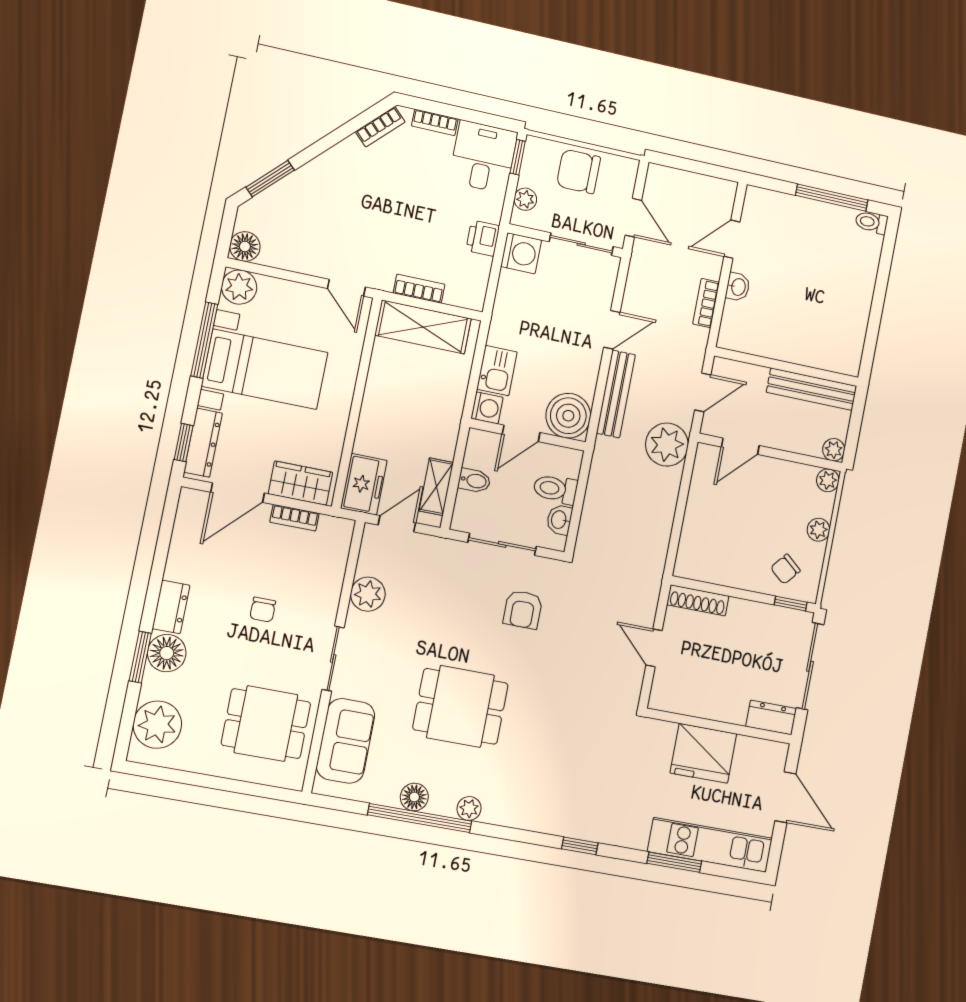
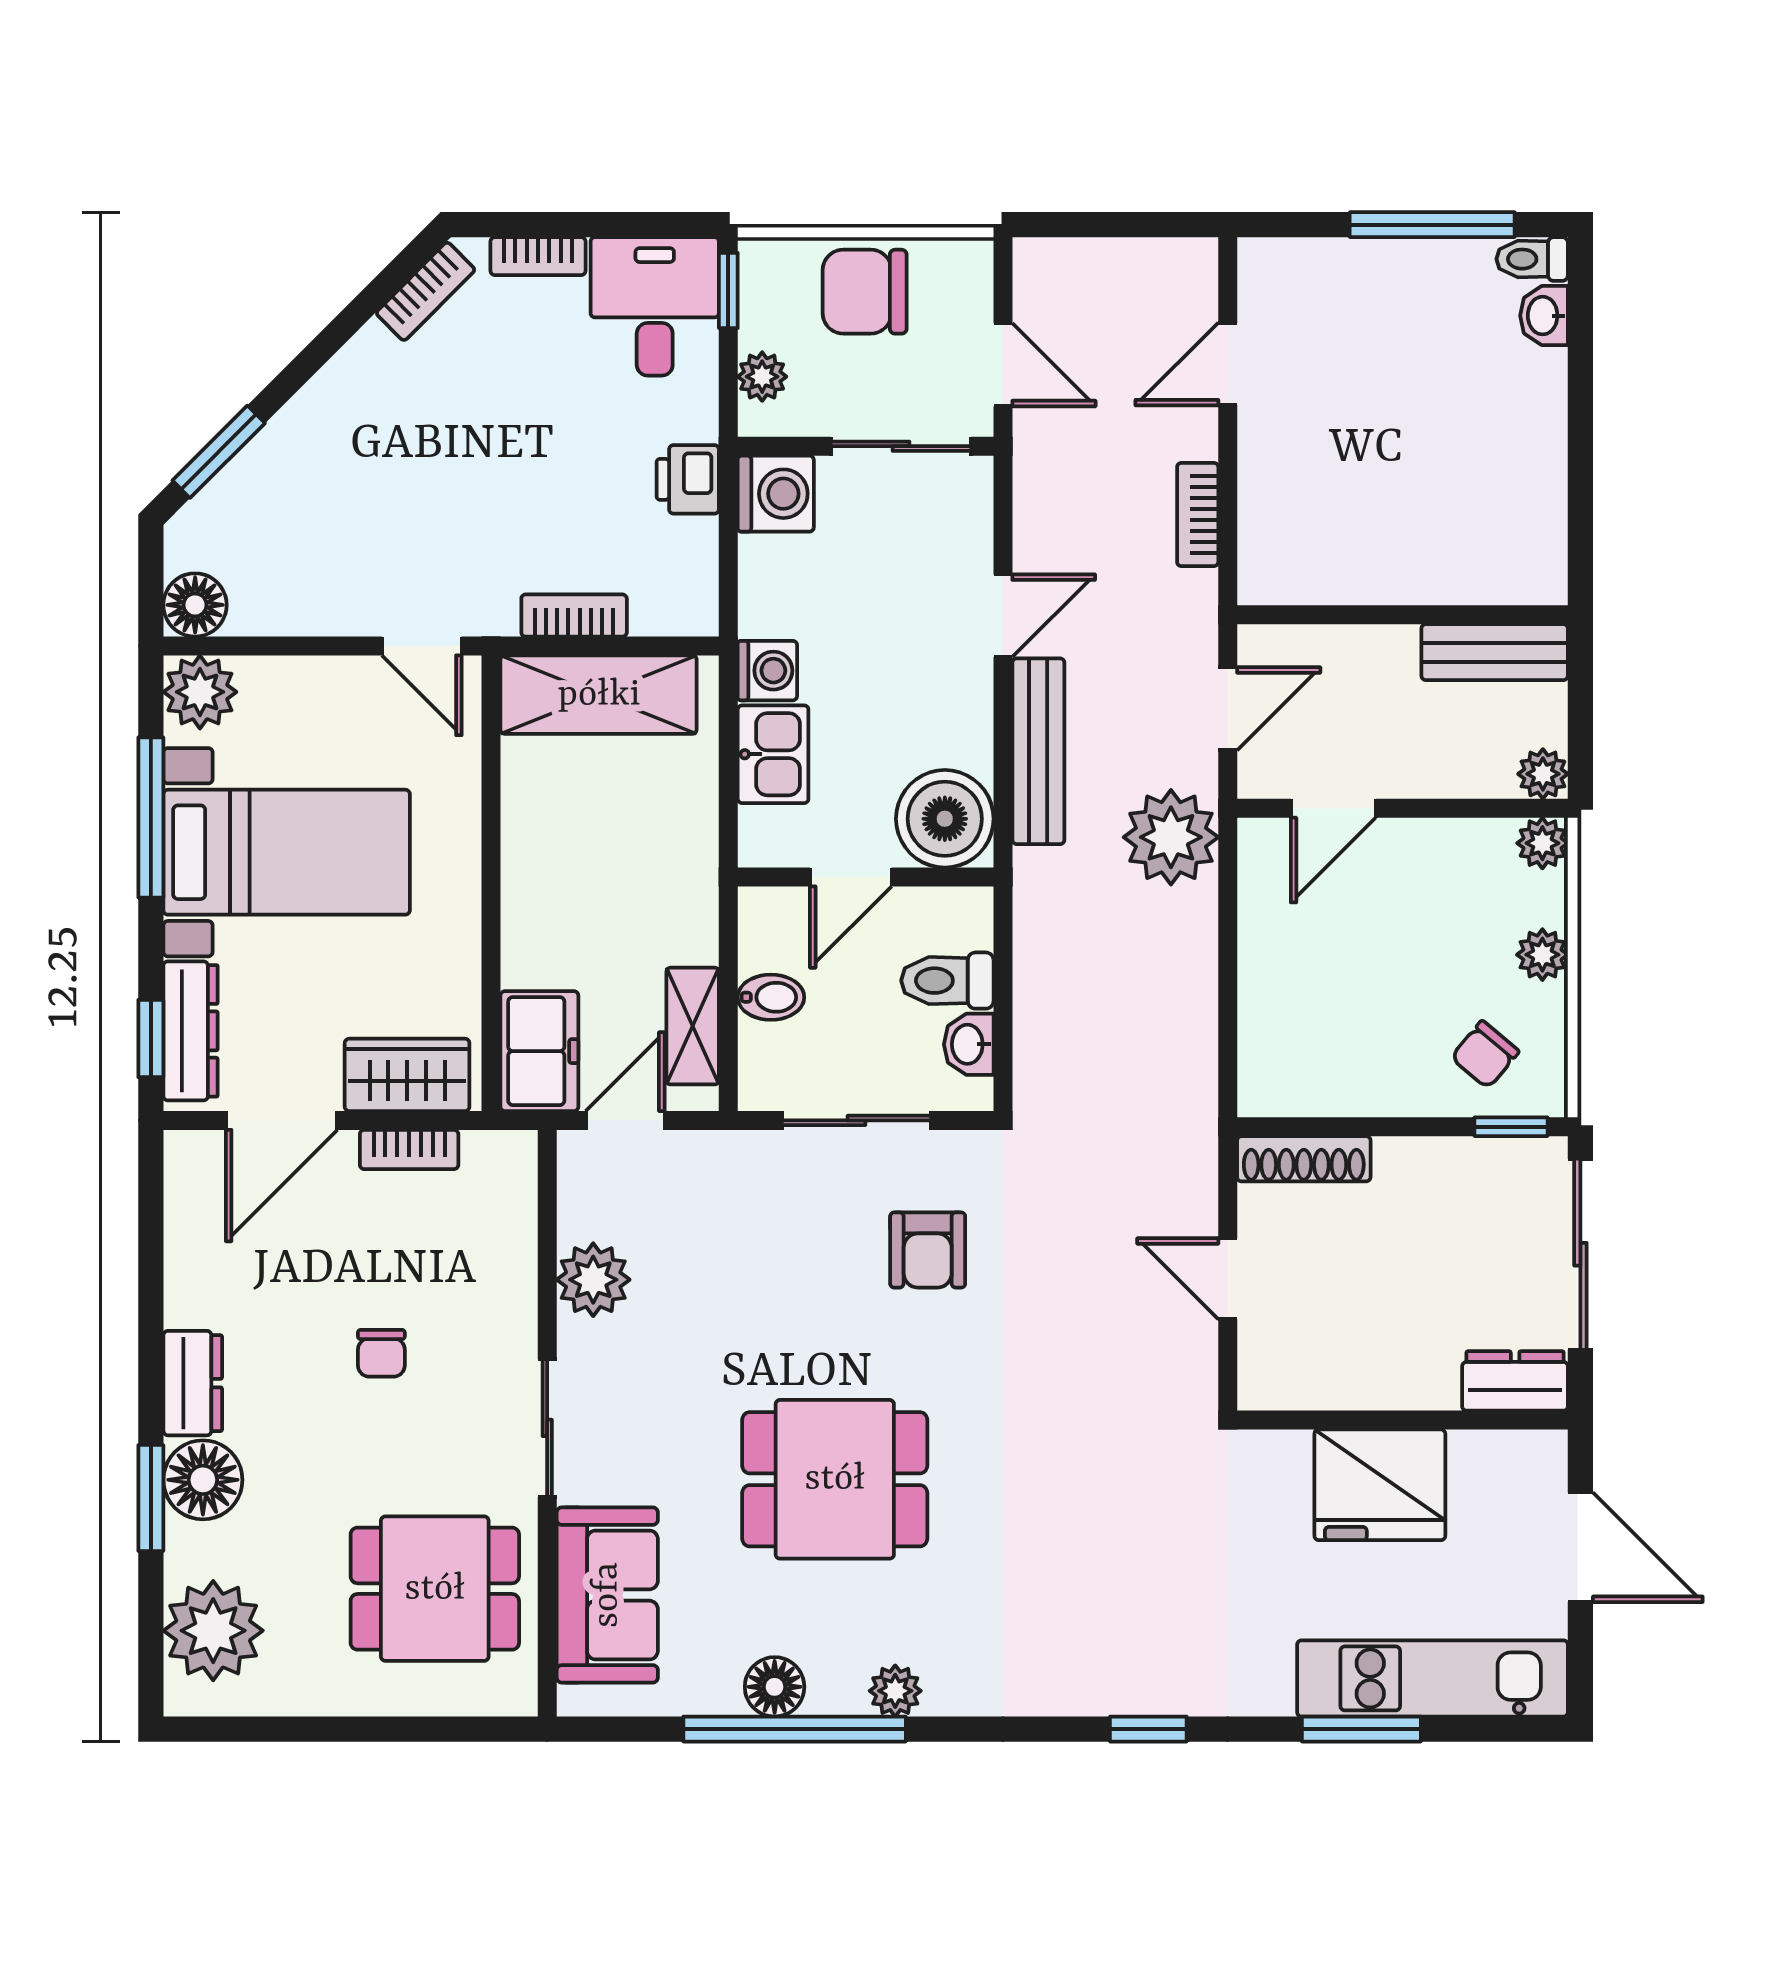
washbasin: (738, 287) -> (1544, 316), moved, turned 180
bench: (812, 389) -> (1495, 652), width x0.73
washing machine: (487, 408) -> (767, 671), moved

